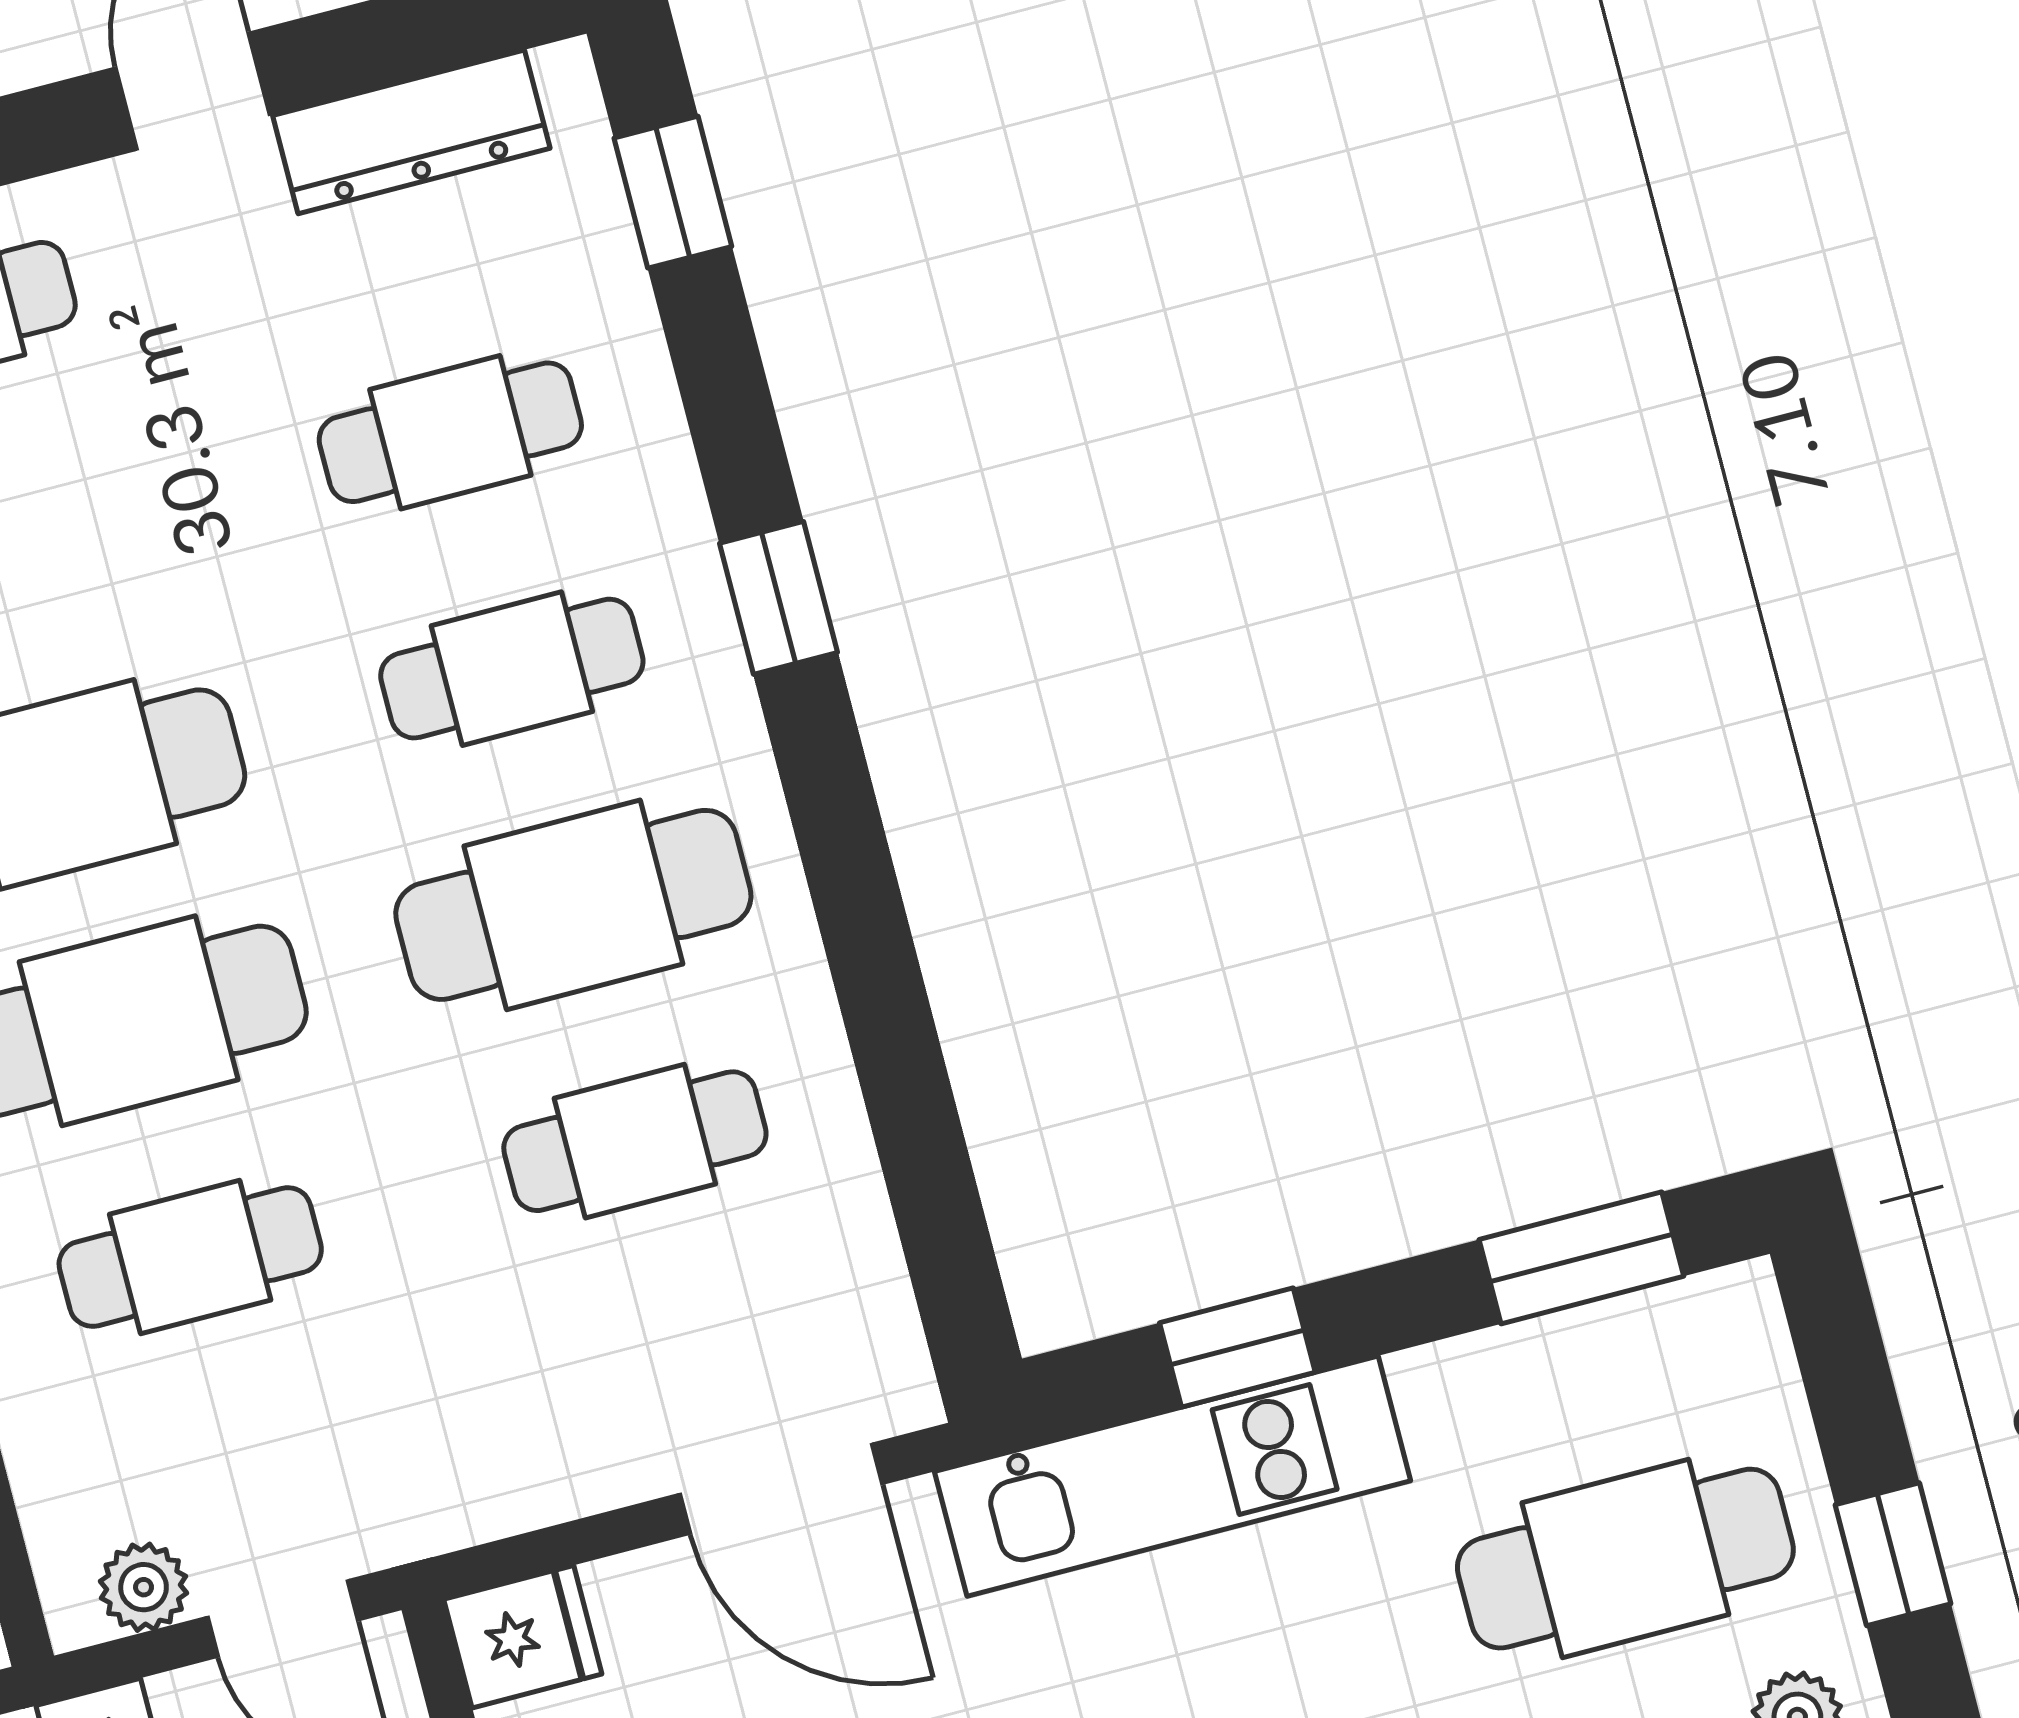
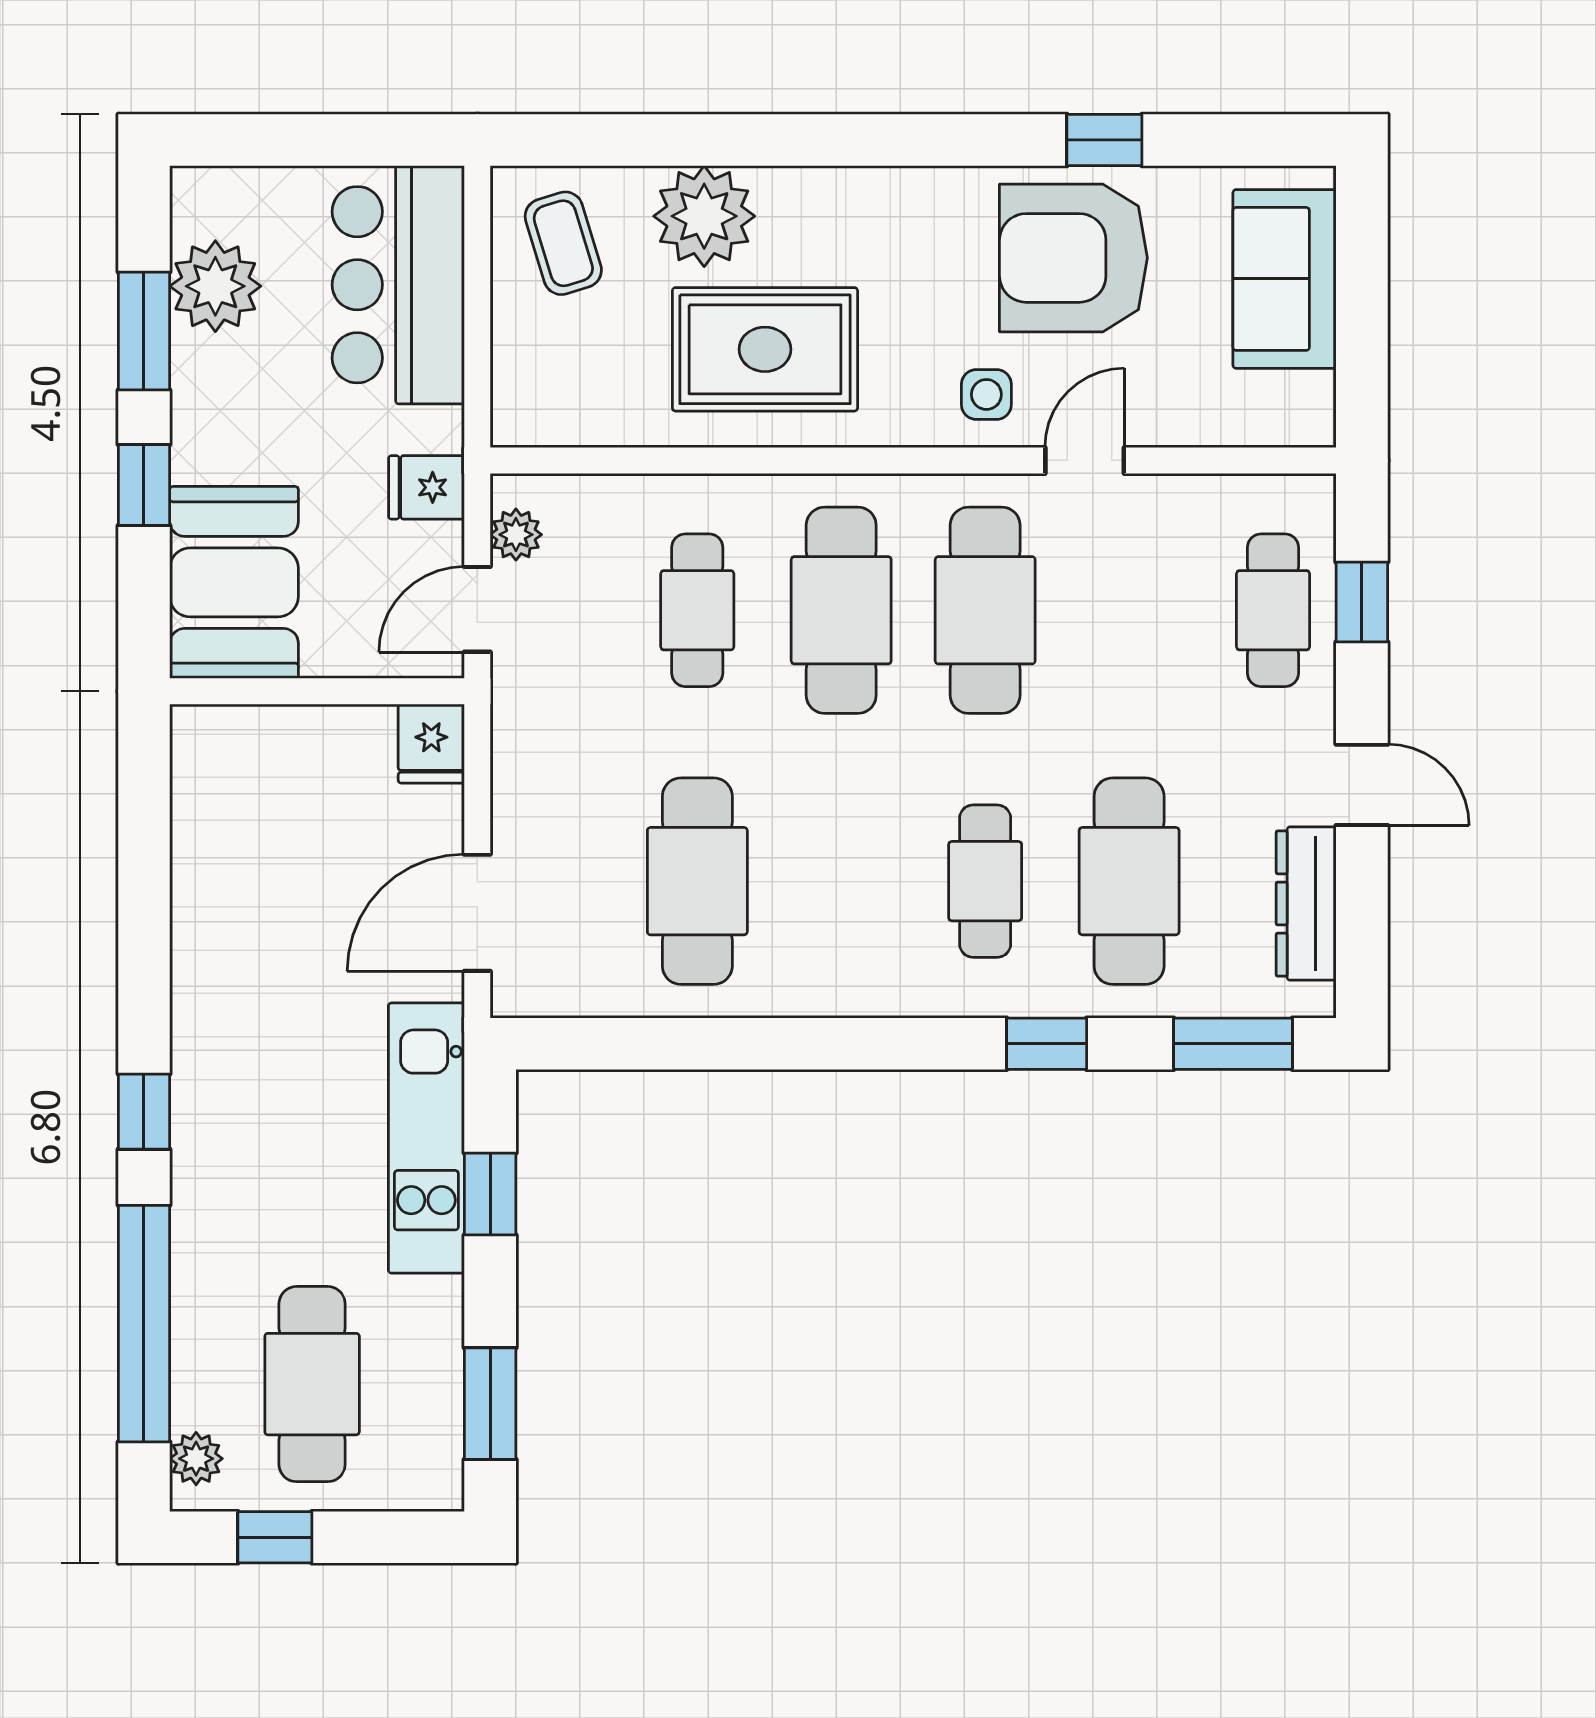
window: (673, 192) -> (1233, 1044), width x1.50
cafe table: (450, 432) -> (1129, 881), width x1.37, depth x1.35
window: (779, 598) -> (1047, 1044), moved
cafe table: (573, 905) -> (841, 881), removed
cafe table: (635, 1141) -> (697, 881), width x1.37, depth x1.35

